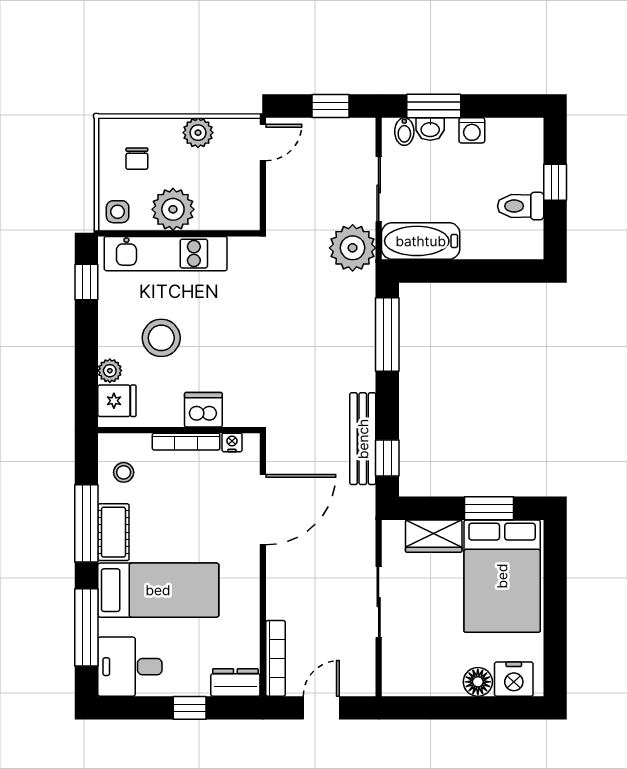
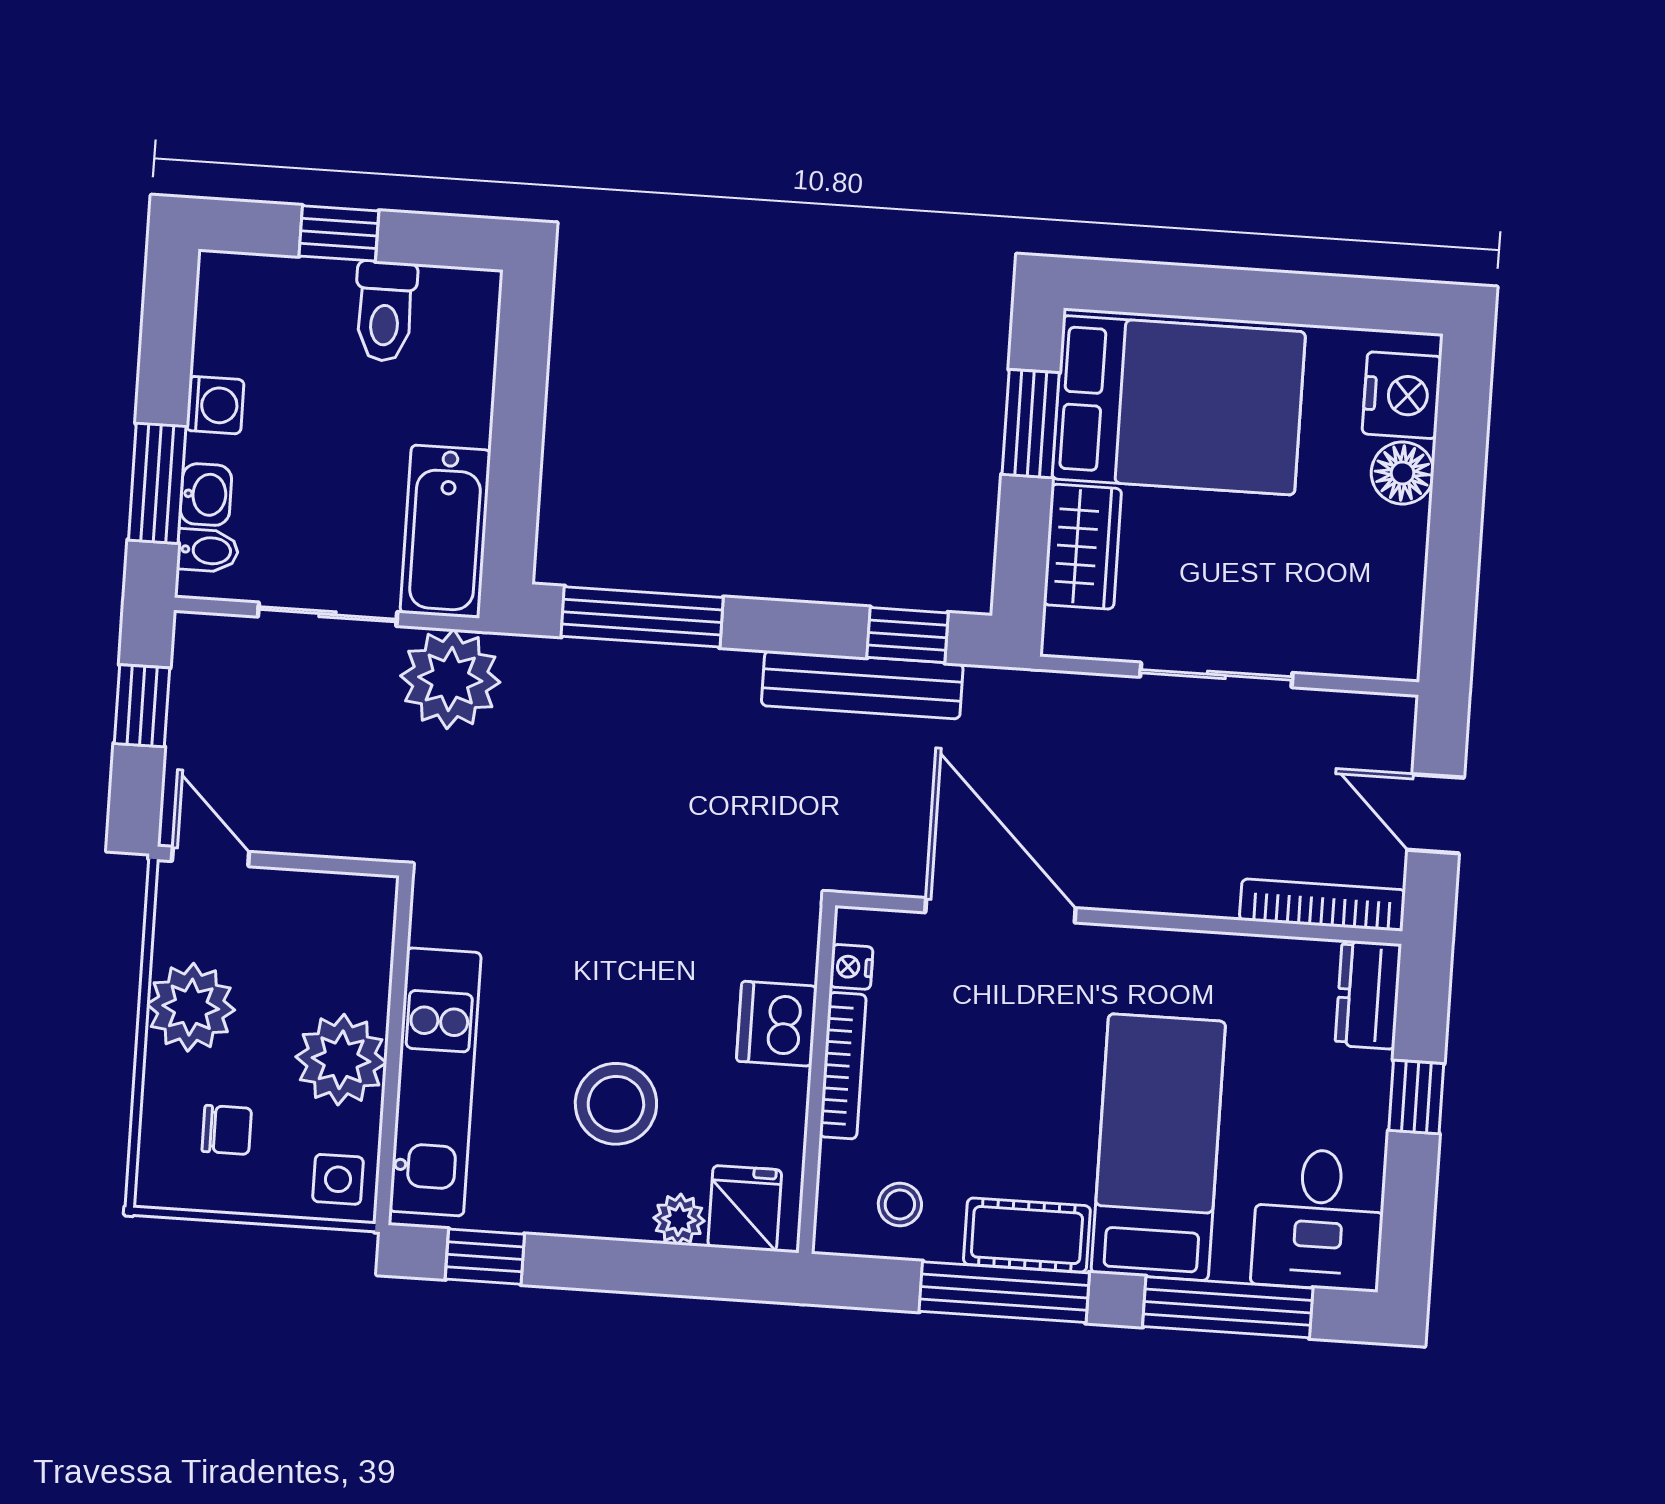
plant: (198, 133) -> (191, 1007), width x1.36, depth x1.36

